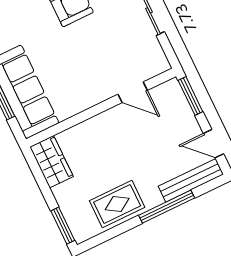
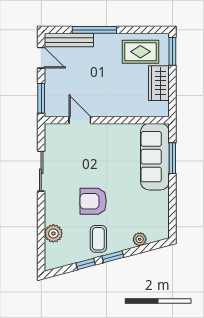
wardrobe: (51, 162) -> (159, 83), moved
rug: (117, 204) -> (140, 52), moved

